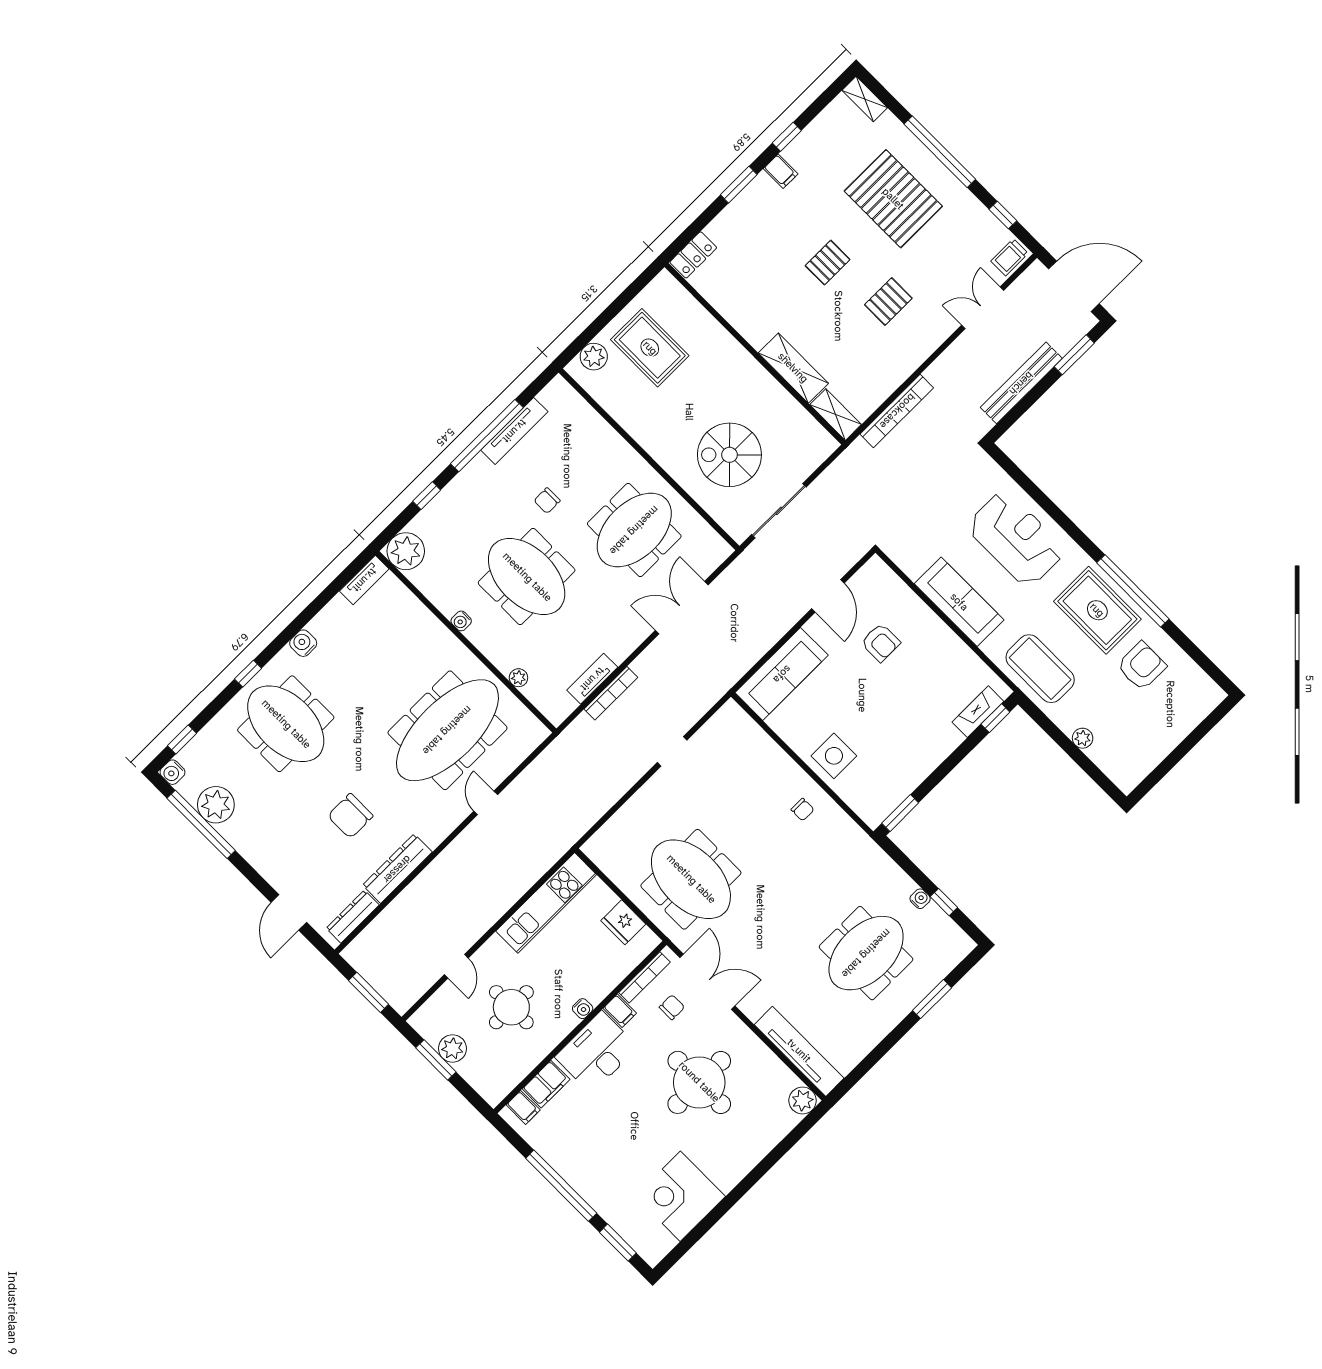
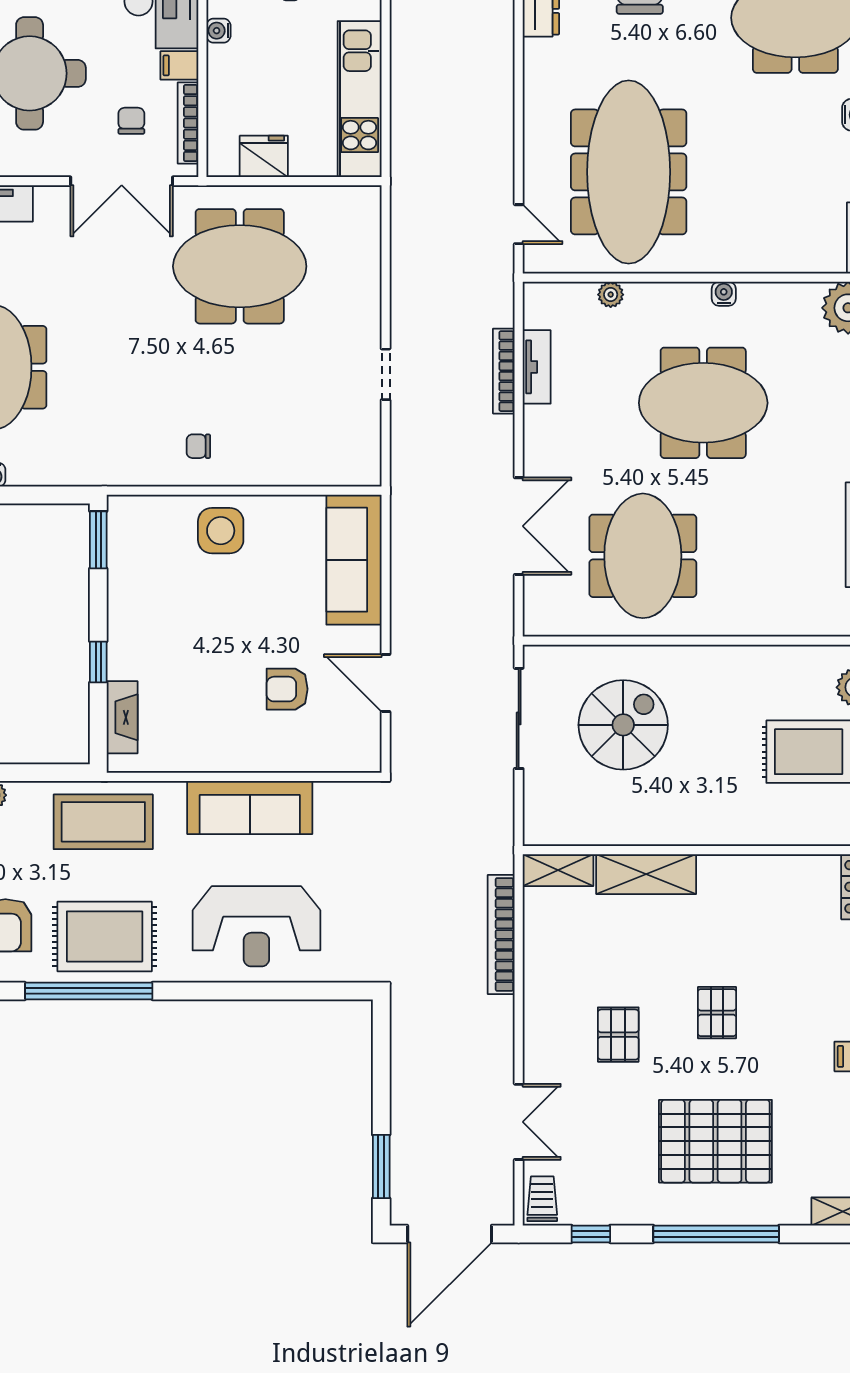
bench: (1021, 383) -> (406, 1086), removed
chair: (547, 501) -> (758, 498), removed
window: (995, 718) -> (98, 662), moved
door: (486, 803) -> (519, 224), moved
chair: (672, 1007) -> (131, 121), turned 180

